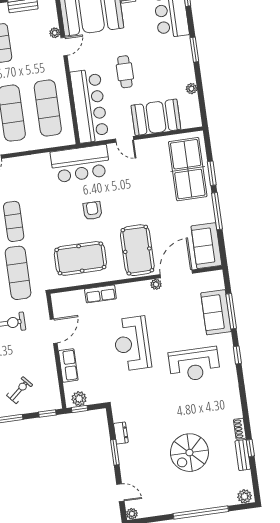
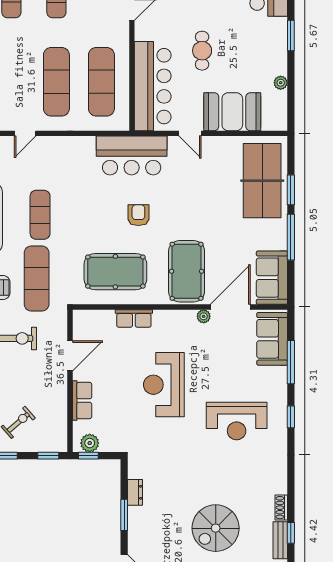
sofa: (216, 312) -> (272, 339), moved

